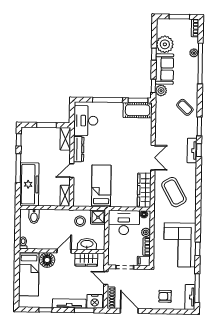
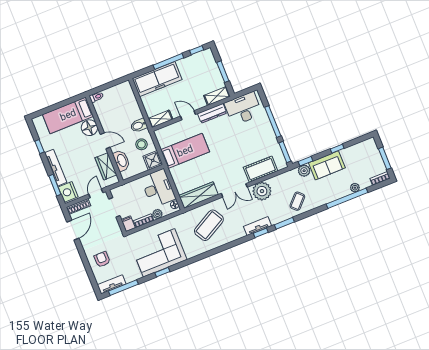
plant: (165, 44) -> (262, 191), moved
cot: (138, 110) -> (261, 169), moved, turned 90
bidet: (34, 216) -> (139, 125), moved

